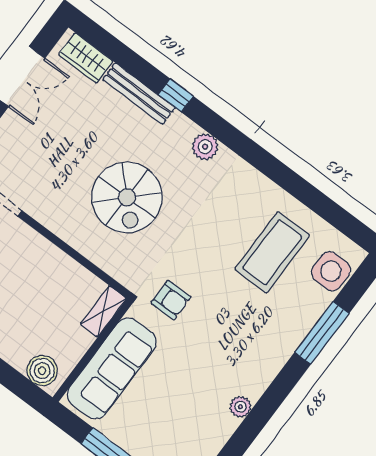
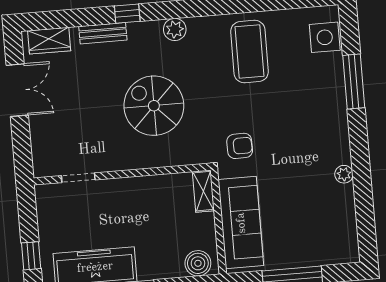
bench: (139, 94) -> (103, 33), width x0.73
spiral stairs: (127, 197) -> (154, 106), turned 180
coffee table: (272, 252) -> (250, 52), moved

